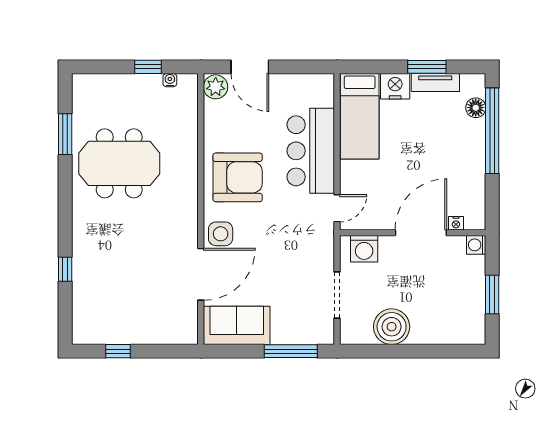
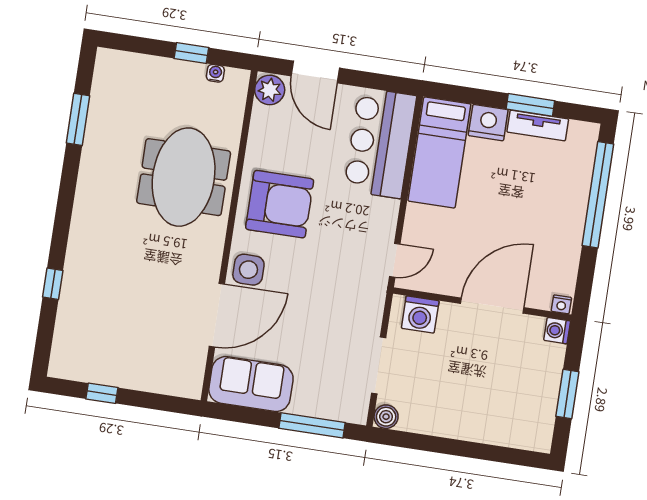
floor lamp: (476, 108) -> (582, 164), removed
bar counter: (311, 151) -> (380, 143), moved
meeting table: (119, 163) -> (184, 177), moved, turned 90
nightstand: (456, 223) -> (561, 304), moved
boiler: (392, 327) -> (386, 417), moved, width x0.54, depth x0.54

